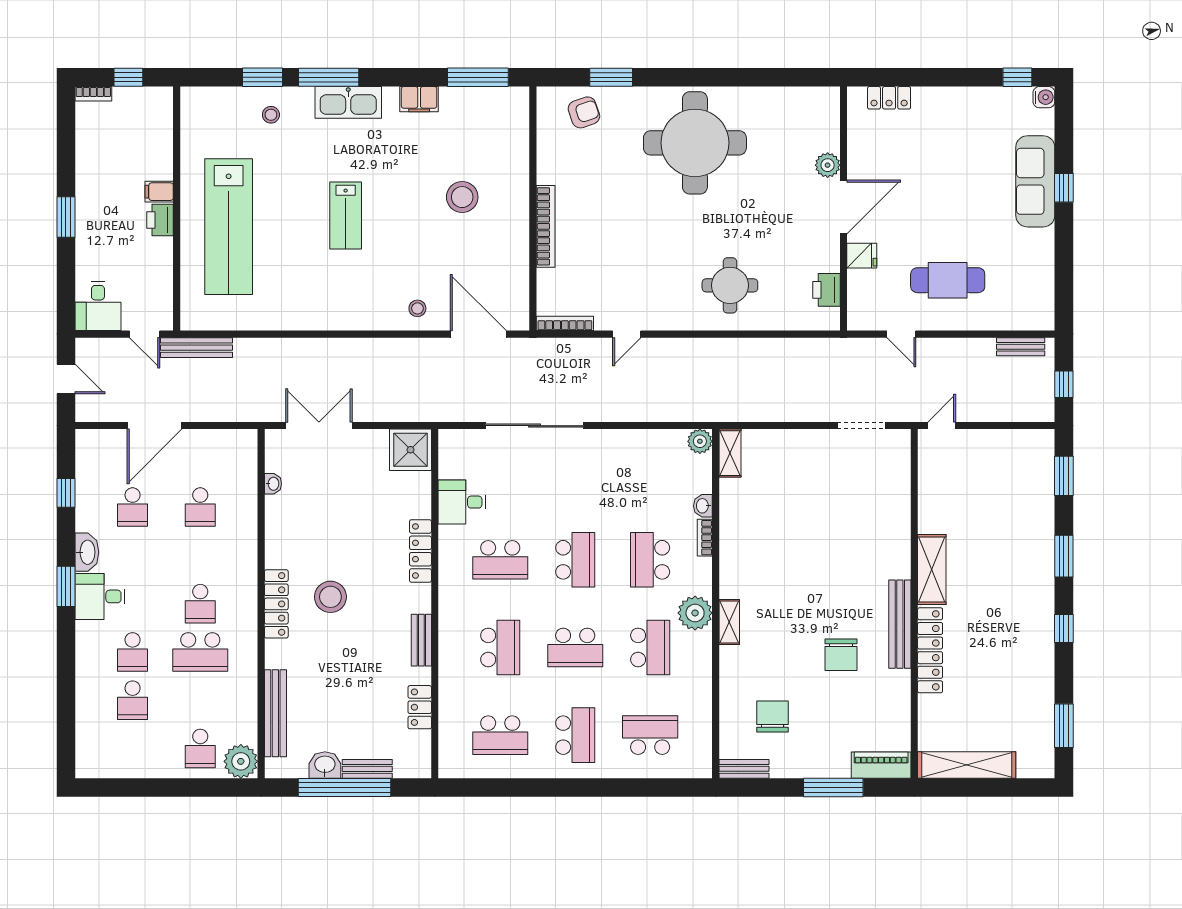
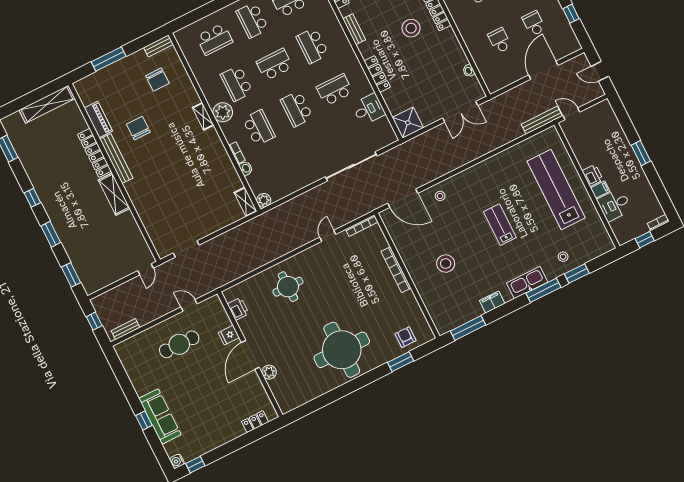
armchair: (584, 112) -> (405, 337), turned 109
desk: (98, 306) -> (614, 205), moved, turned -90
piano: (881, 765) -> (98, 120), moved, turned -90

